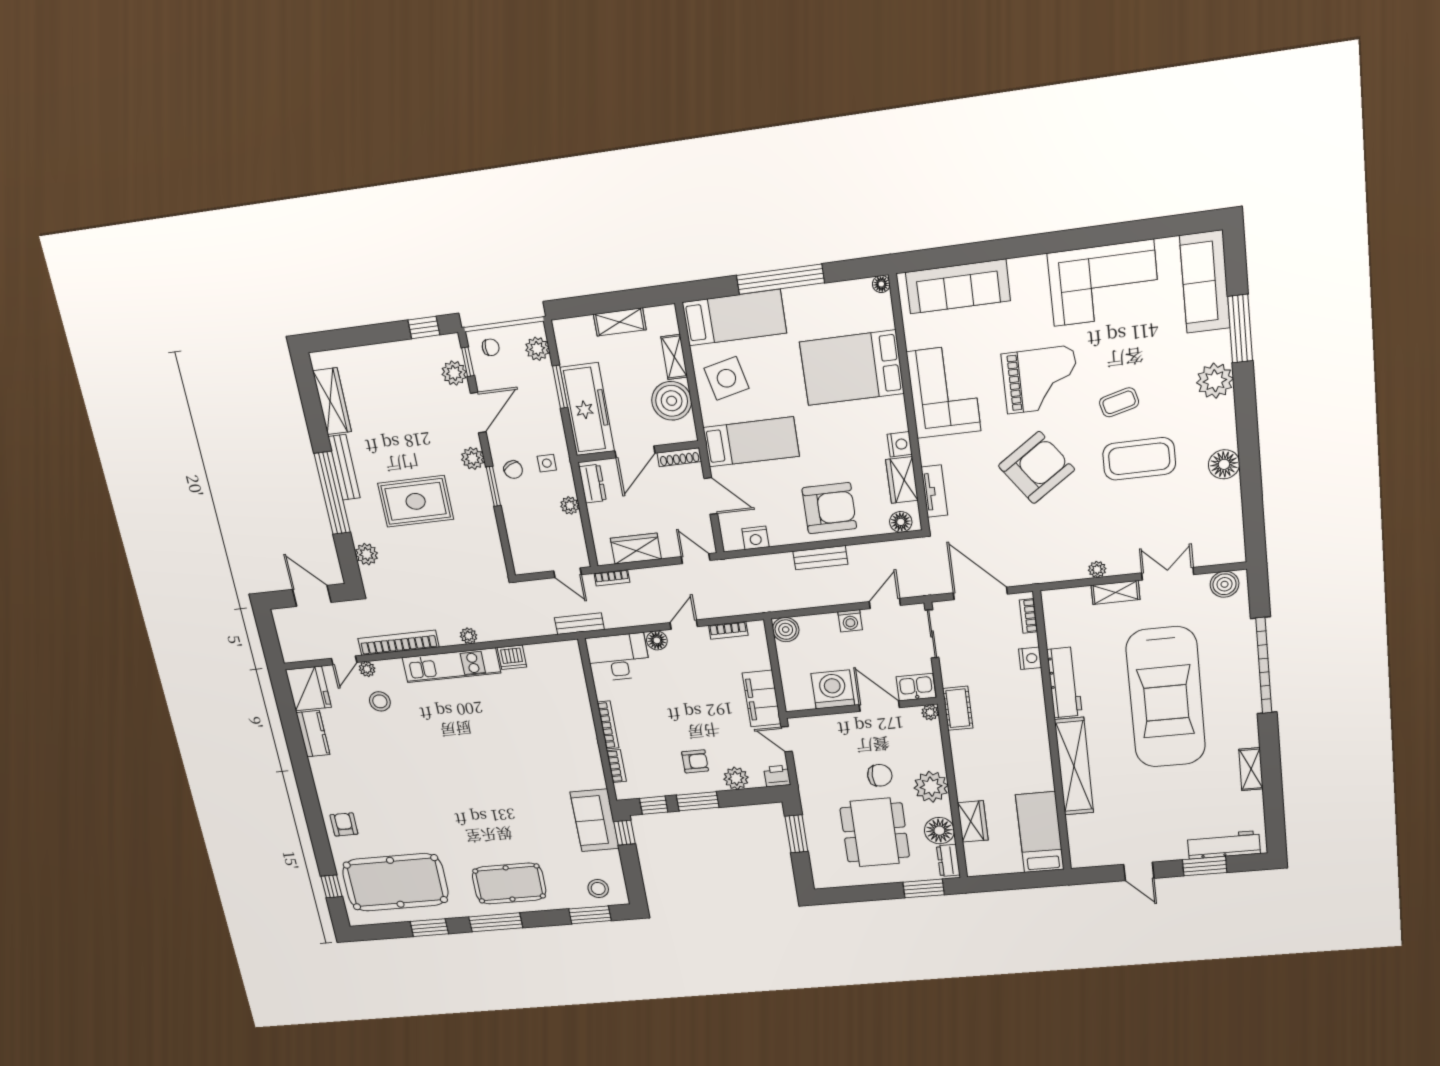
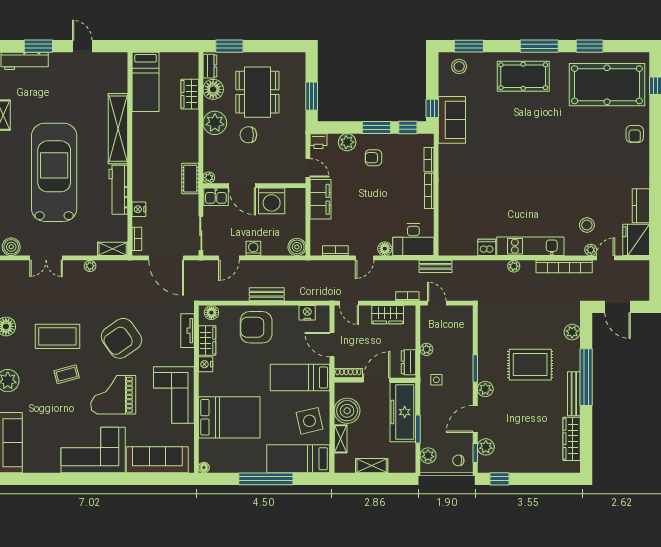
corner sofa: (1103, 283) -> (93, 450), moved
chair: (513, 470) -> (460, 378), removed
shelving: (1115, 592) -> (113, 249), moved

